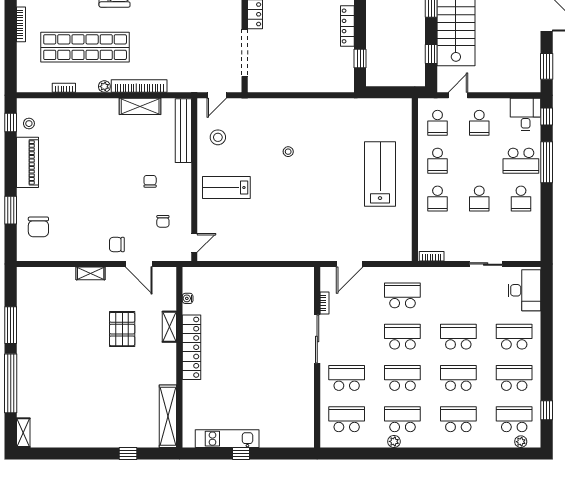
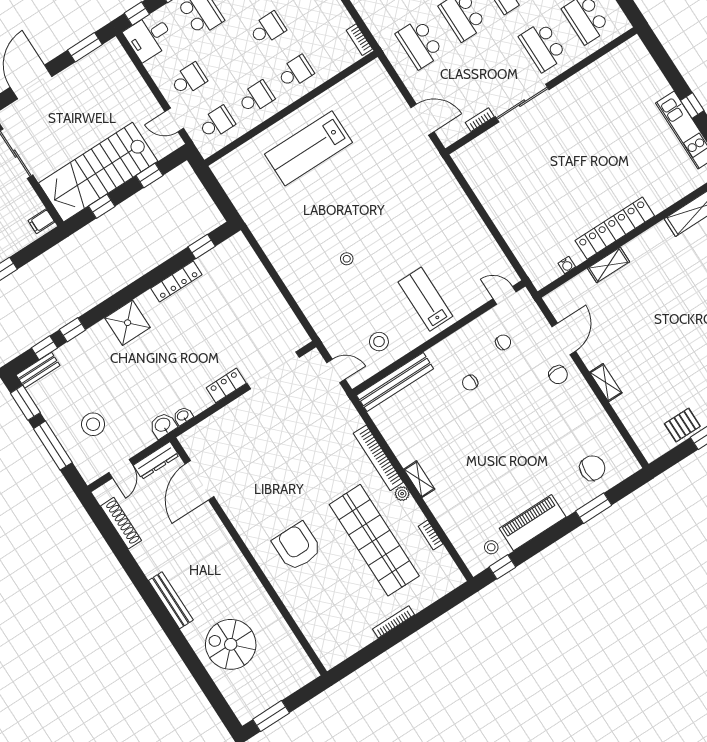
shelving: (140, 106) -> (419, 479), moved, width x0.67, depth x0.75
lab bench: (226, 188) -> (425, 299), turned 180
pallet: (122, 329) -> (682, 425), moved, width x0.67, depth x0.71

